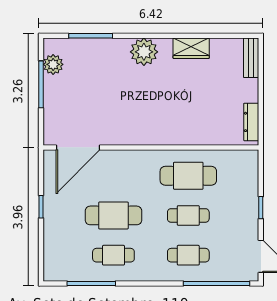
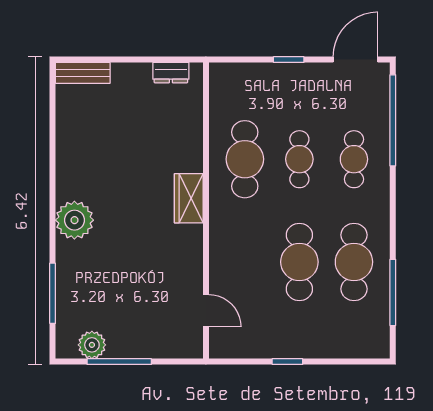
wardrobe: (191, 48) -> (189, 198), moved, turned 180
dresser: (251, 122) -> (171, 73), width x0.70
door: (78, 147) -> (206, 311), width x0.53
cafe table: (113, 255) -> (354, 262), width x1.37, depth x1.35

